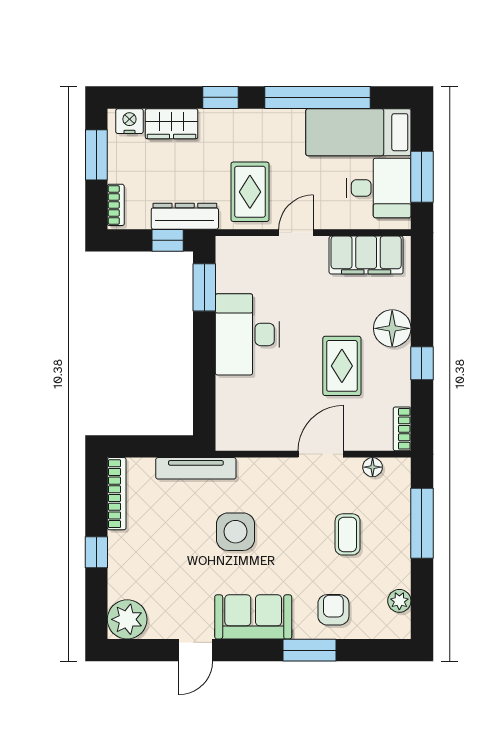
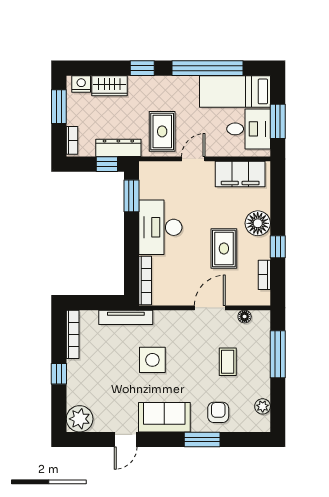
bookcase: (225, 413) -> (145, 280), added
bookcase: (402, 429) -> (264, 275), moved

